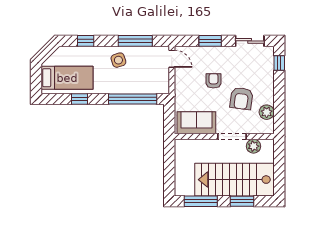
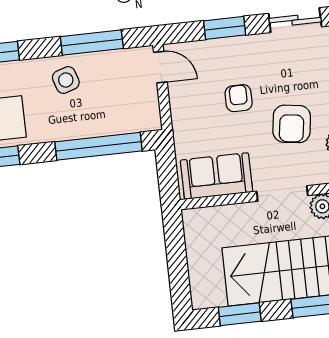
window: (201, 201) -> (240, 314), width x0.69

